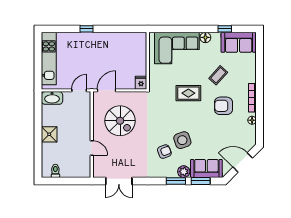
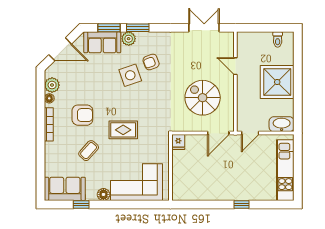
plant: (250, 132) -> (52, 85), added
shower: (49, 134) -> (277, 82), width x1.86, depth x1.86

